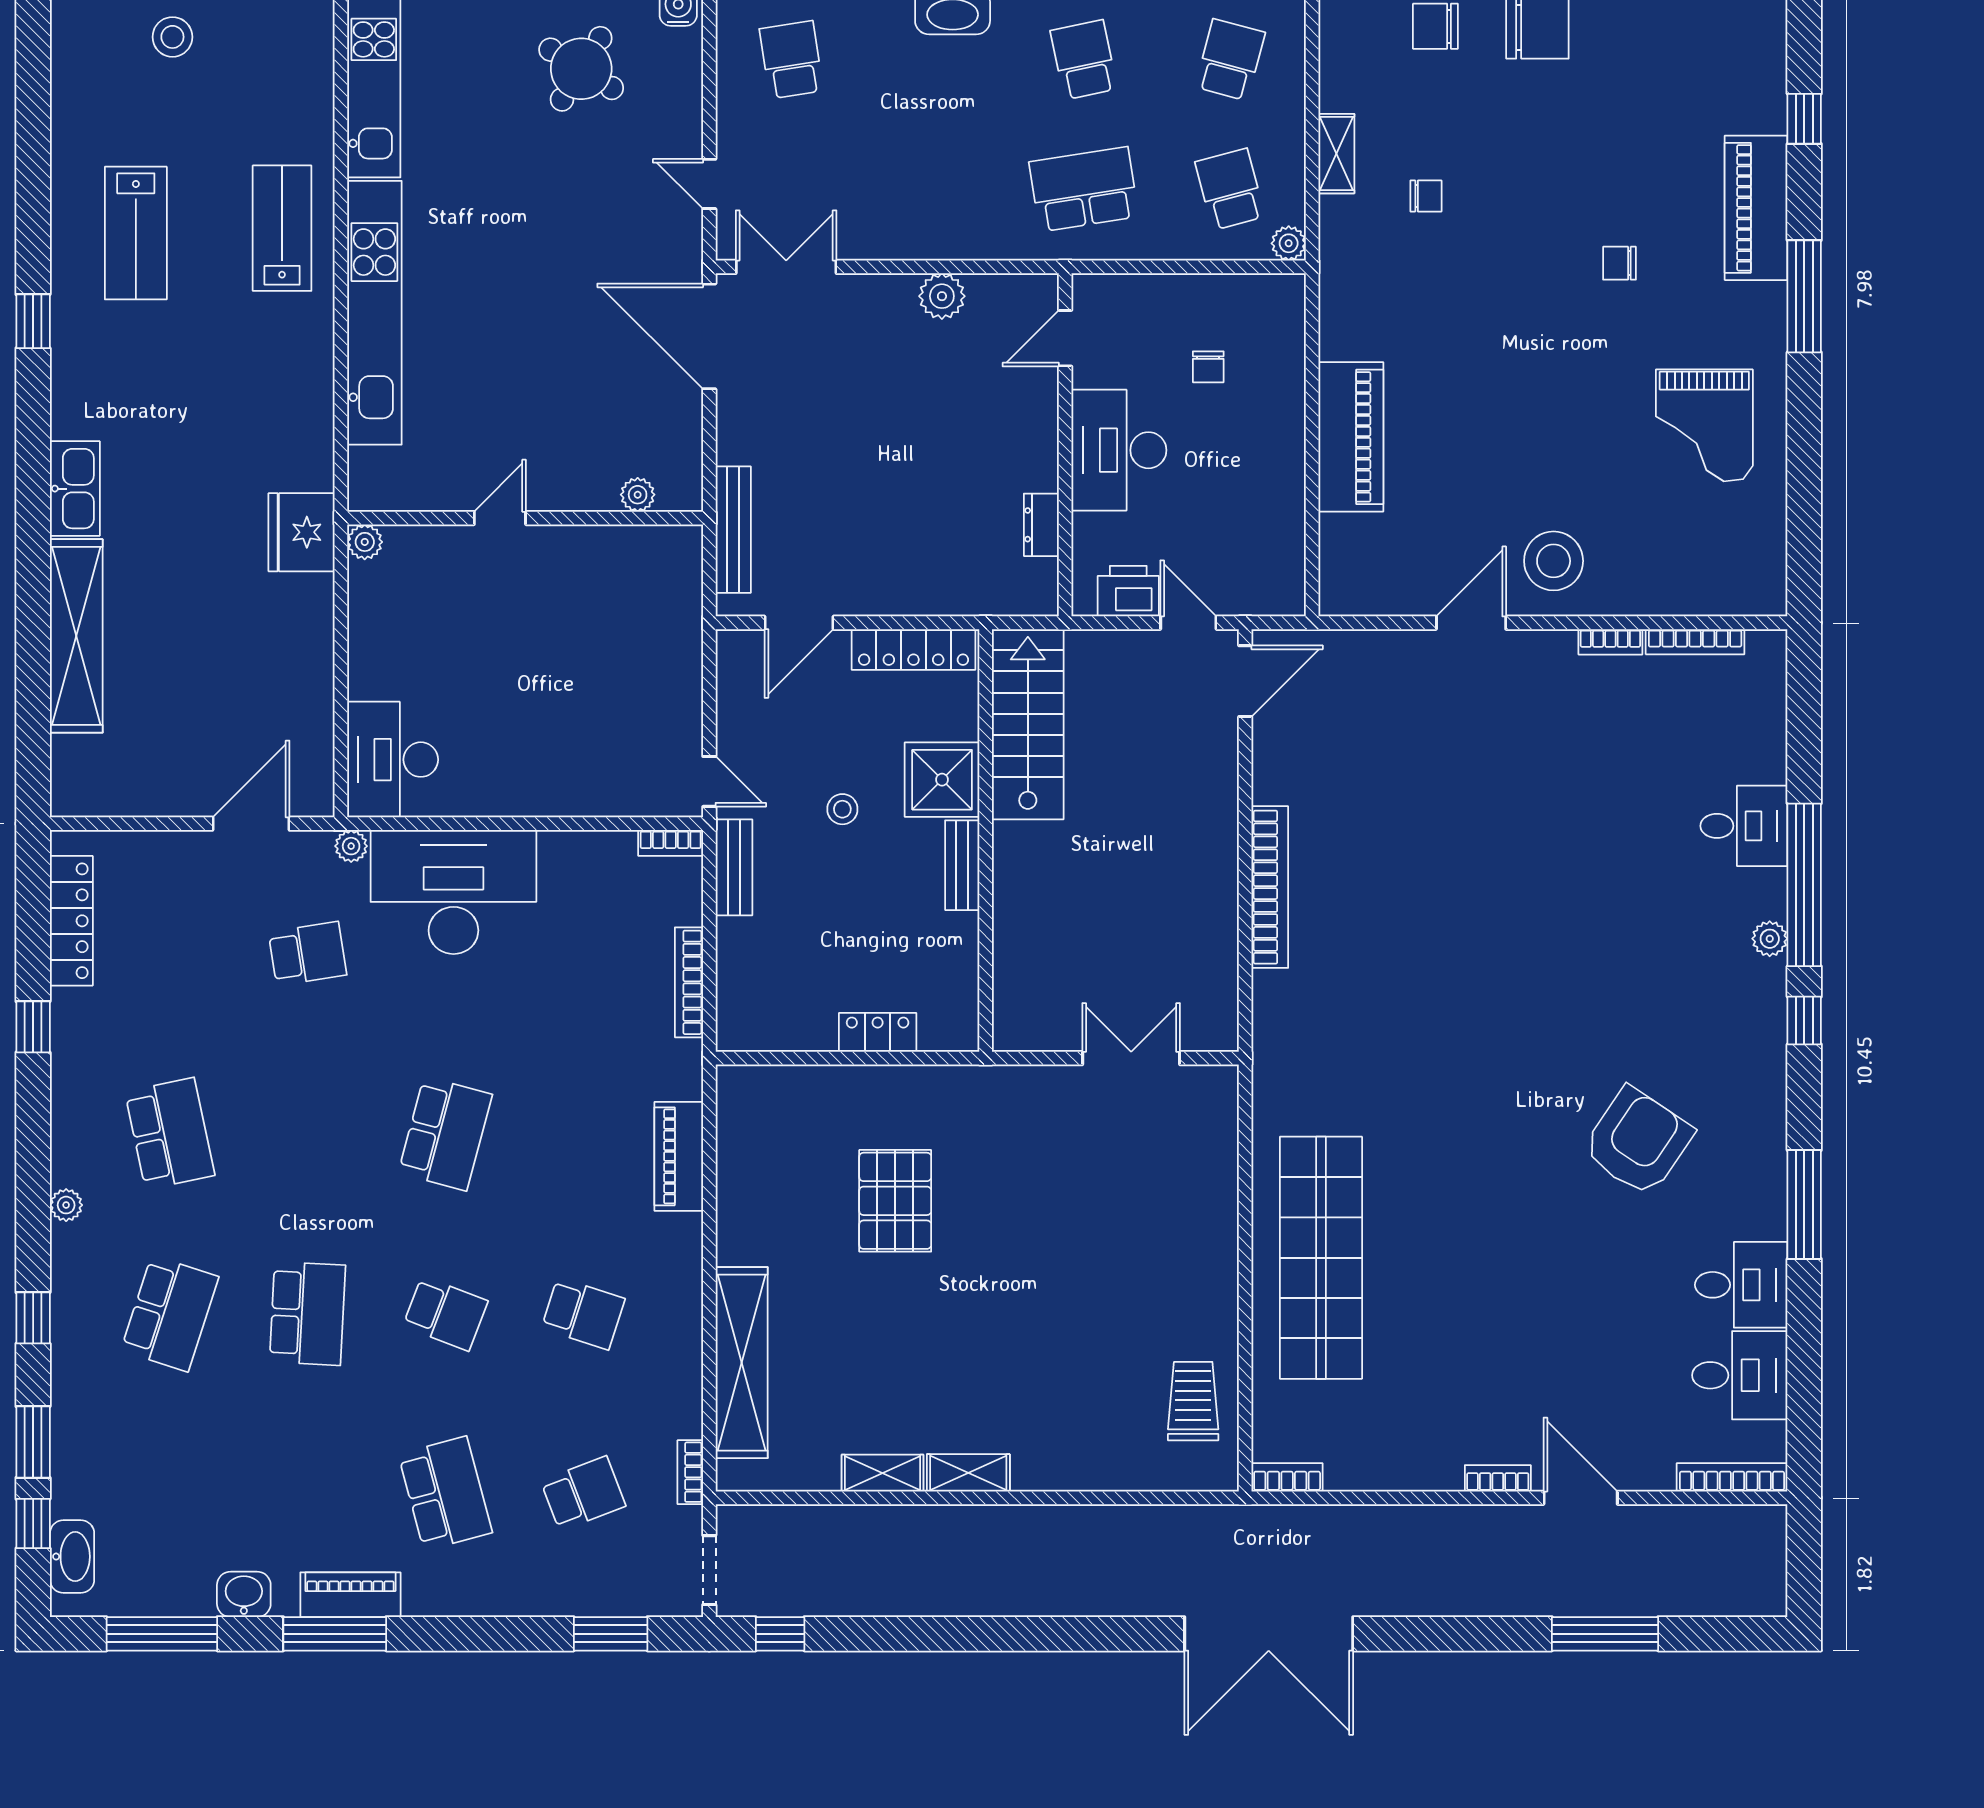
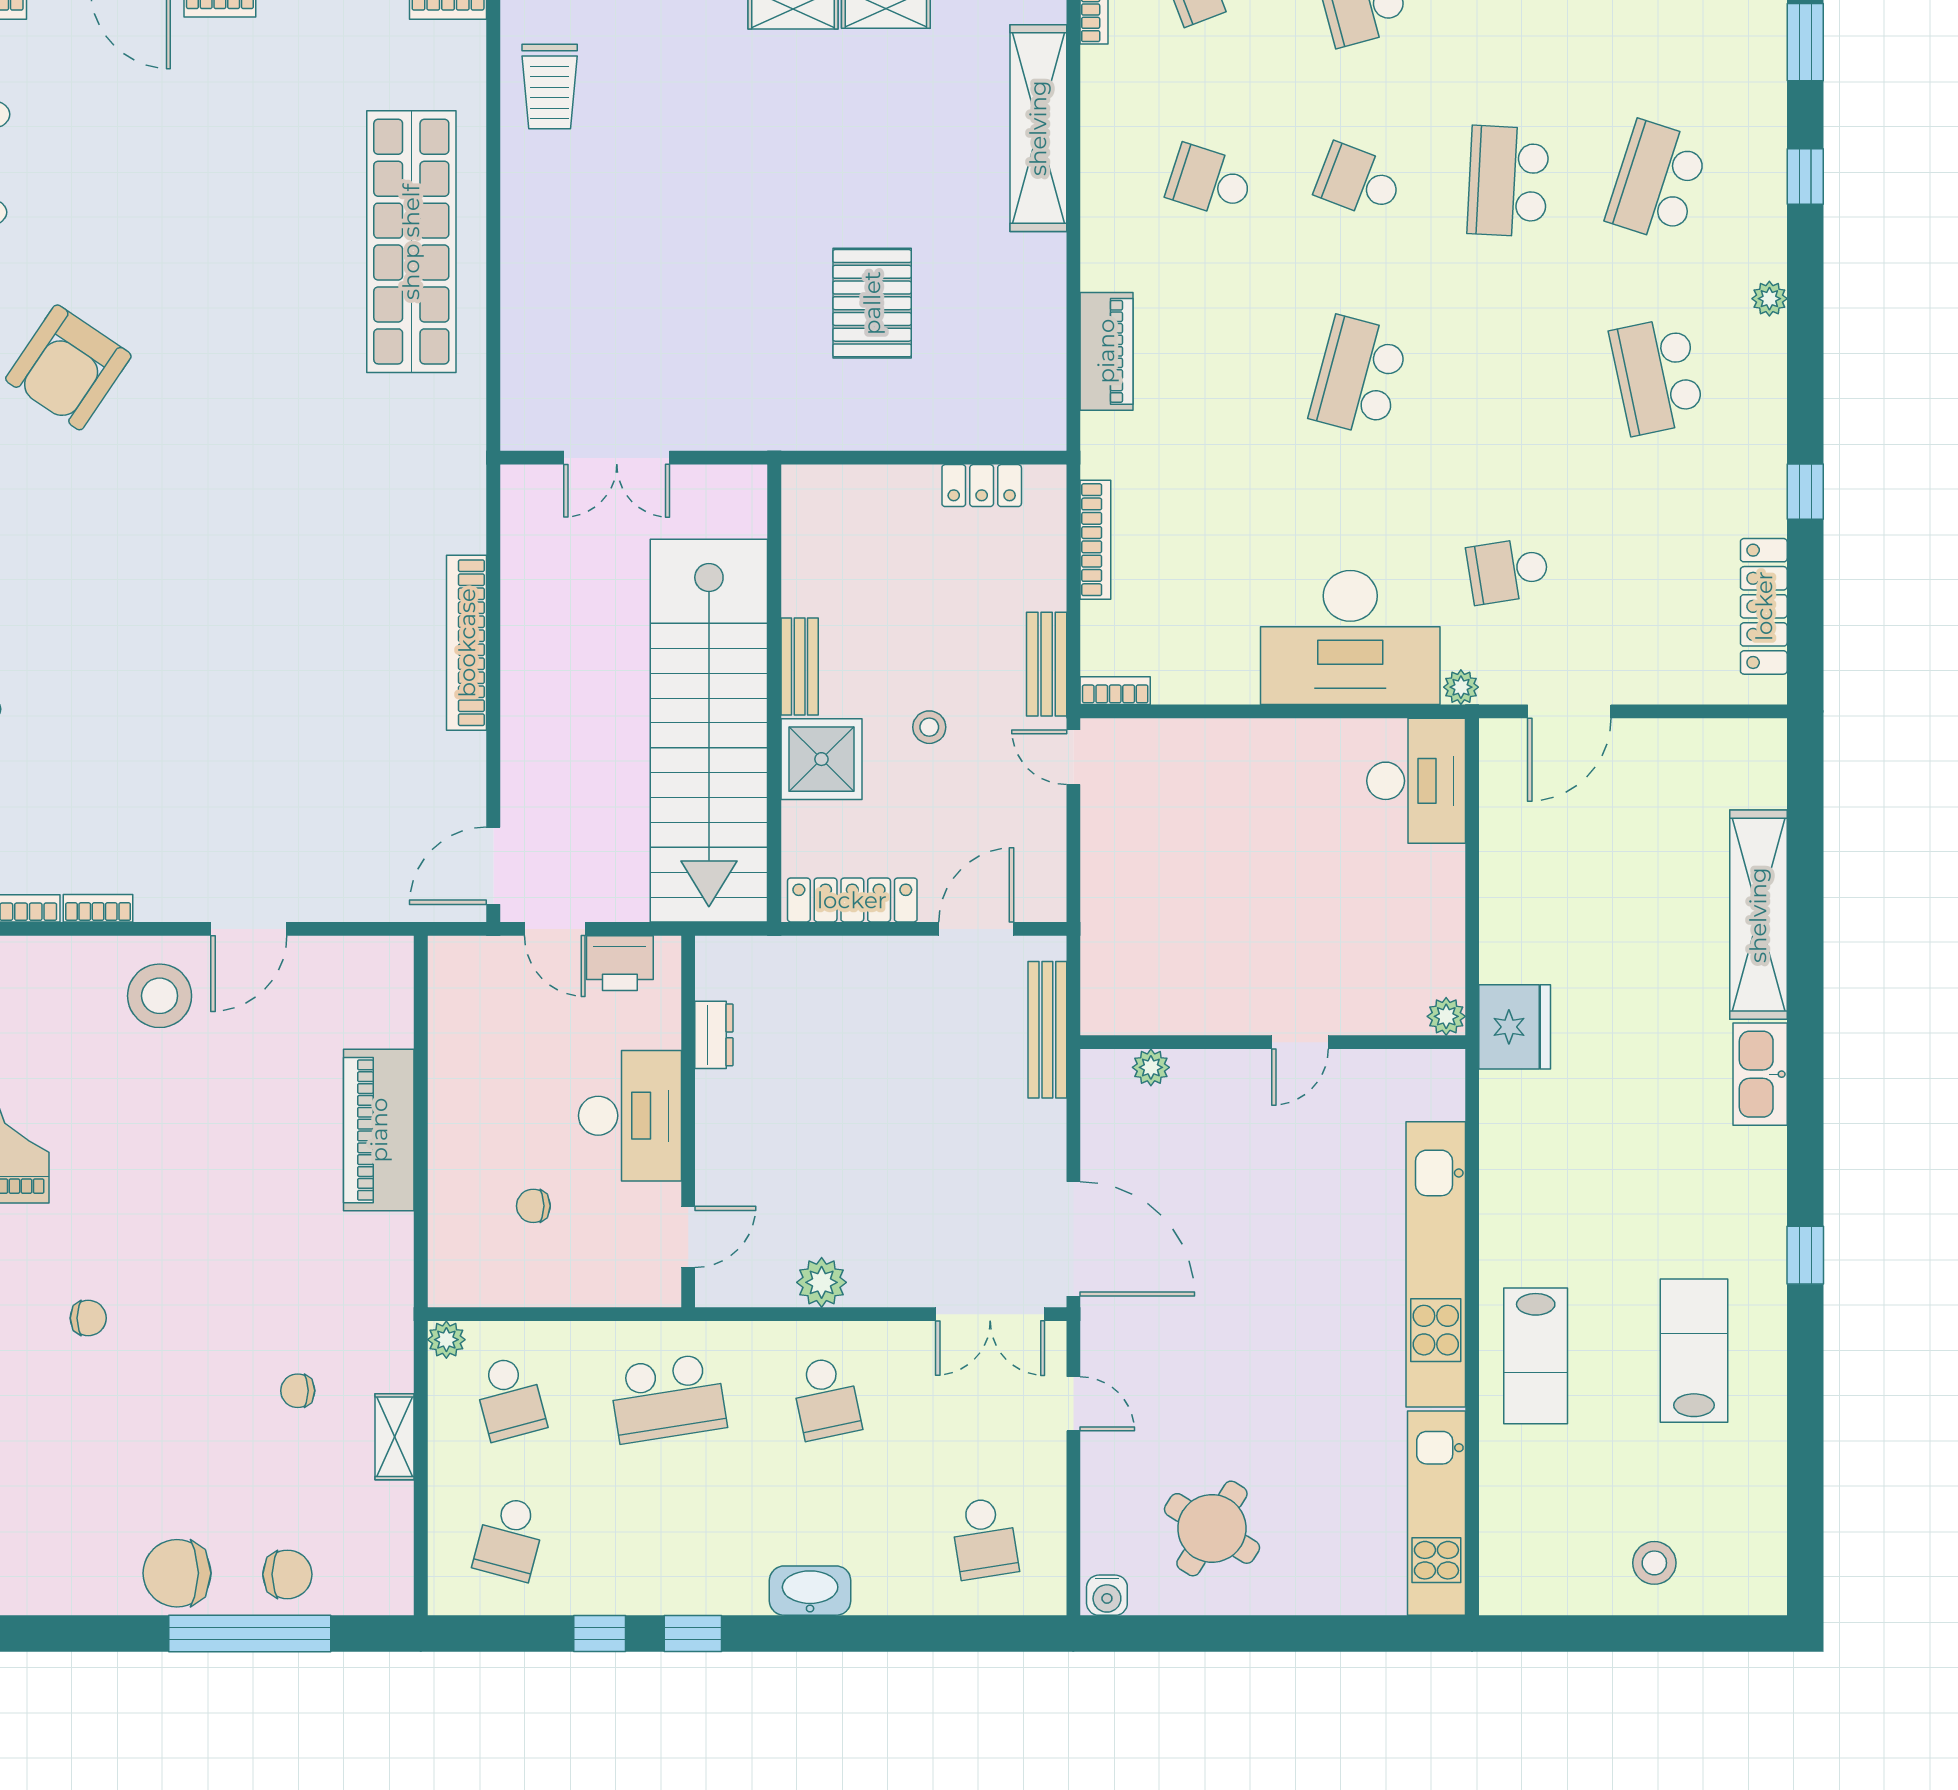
school desk: (1084, 60) -> (826, 1398), moved
chair: (1208, 367) -> (533, 1206), turned -90
stairs: (1028, 724) -> (709, 731), width x1.86, depth x1.51
locker: (878, 1032) -> (982, 486), moved

